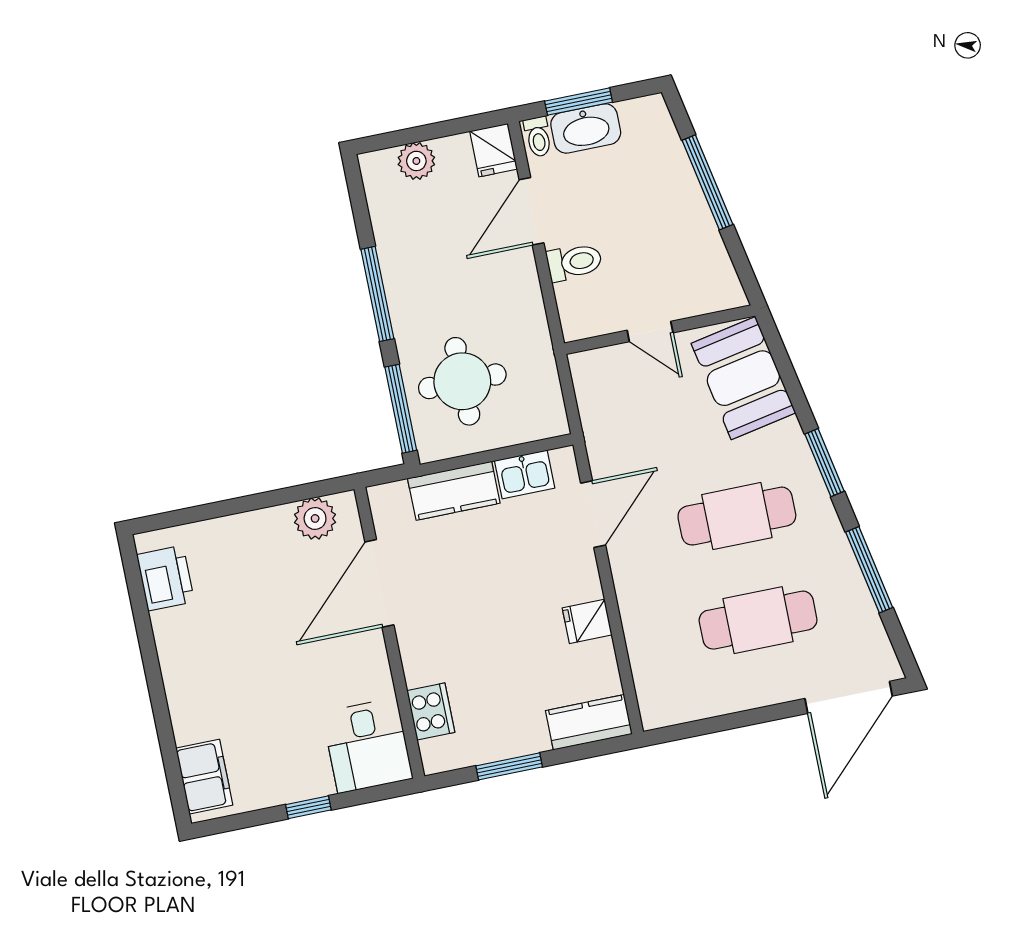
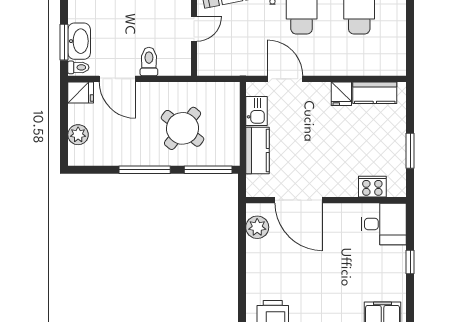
round table: (462, 381) -> (183, 128), moved, turned 38
kitchen counter: (589, 722) -> (375, 93), moved, turned -90

